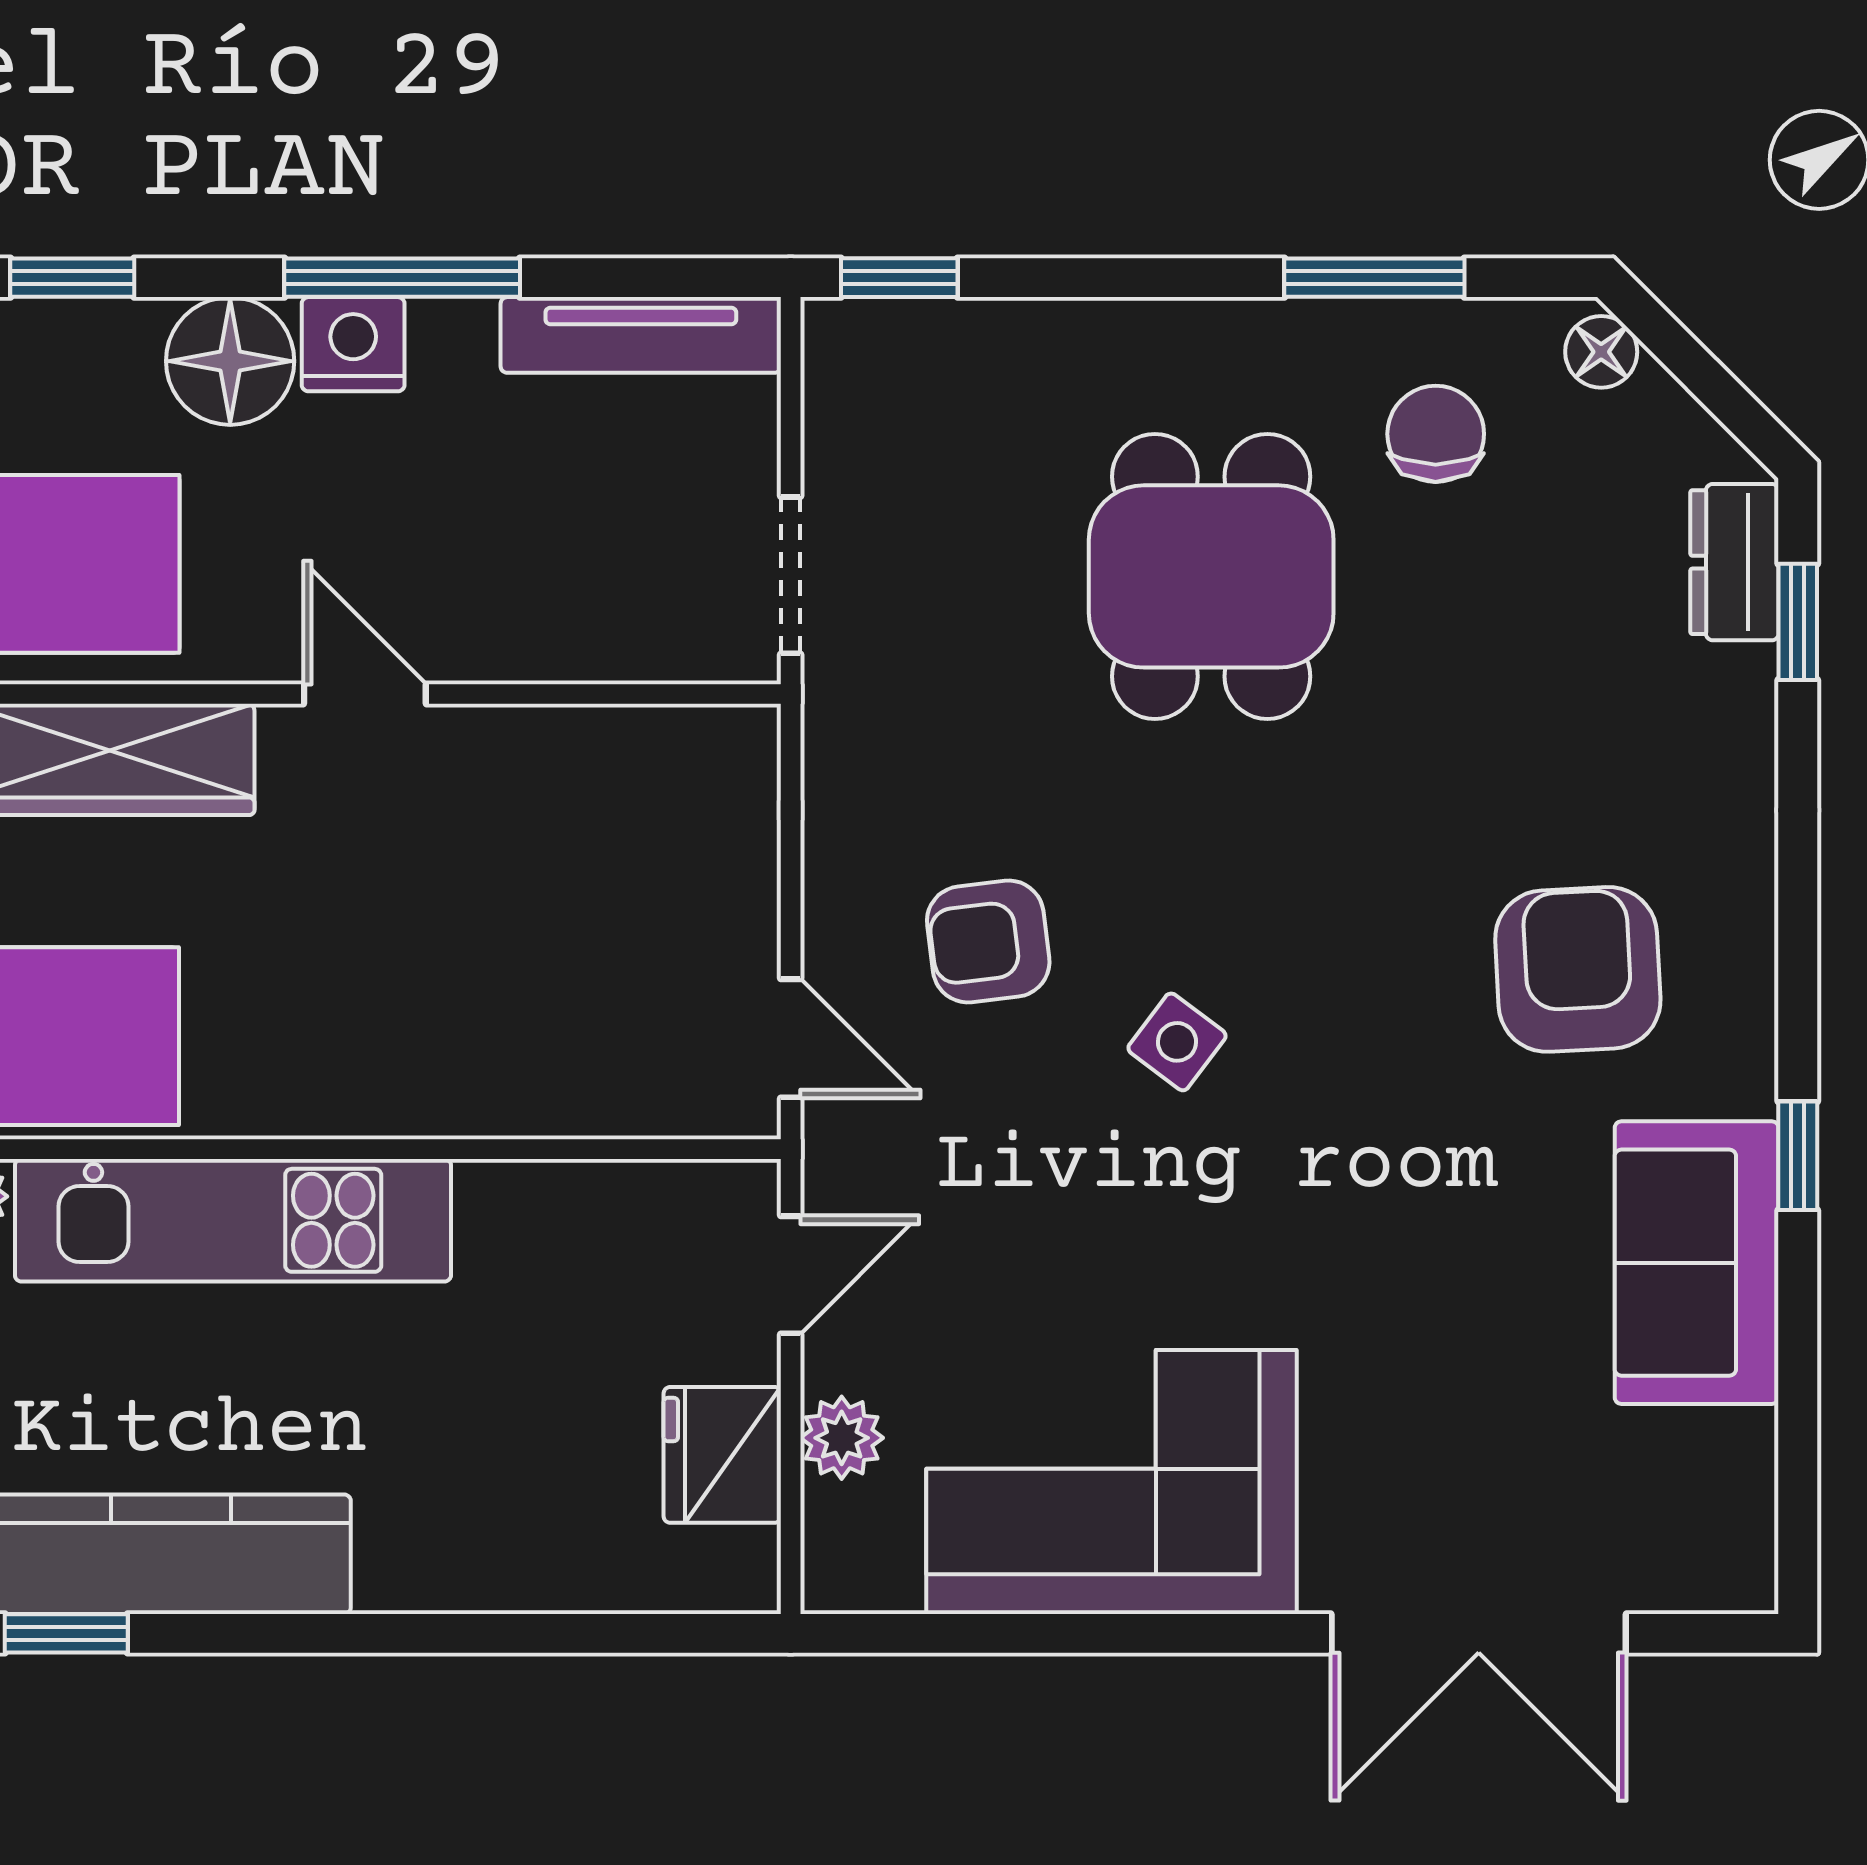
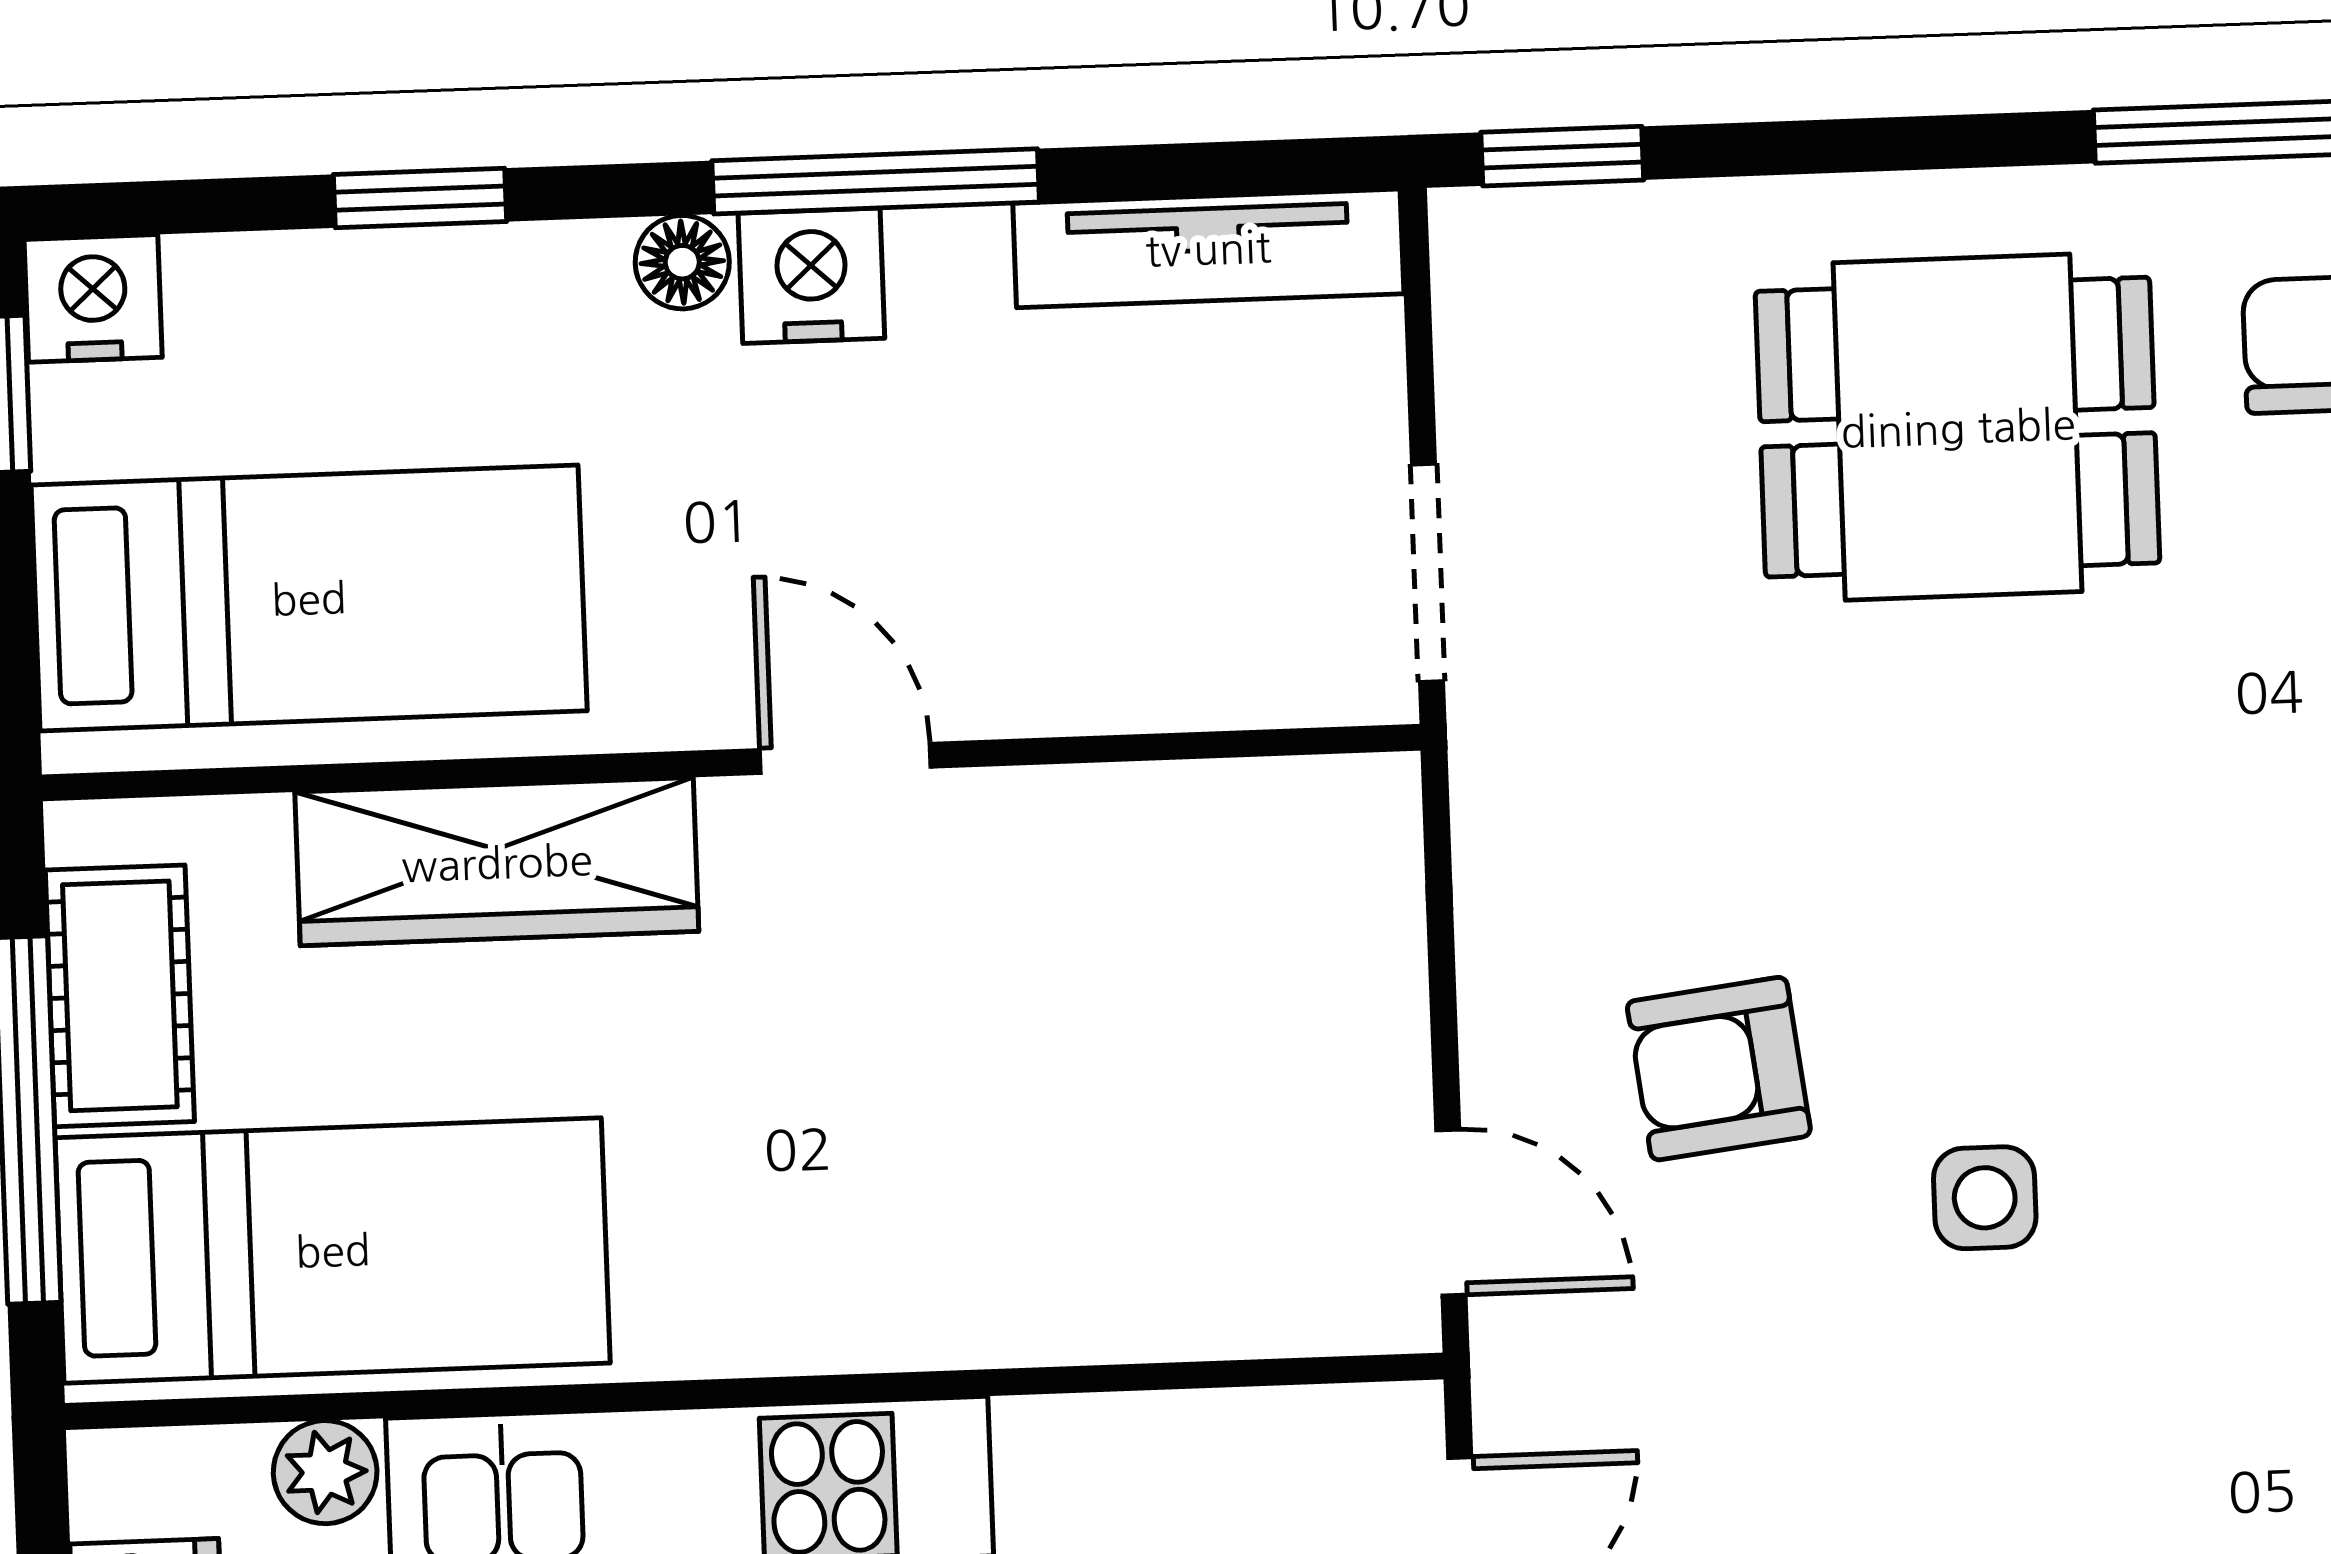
floor lamp: (230, 361) -> (682, 262), width x0.53, depth x0.53
dining table: (1211, 576) -> (1958, 427), moved, turned 90
side table: (1177, 1042) -> (1985, 1198), turned -37

